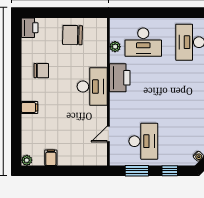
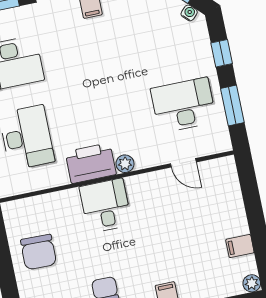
plant: (115, 47) -> (125, 164), moved
desk: (92, 87) -> (105, 206), width x0.73

